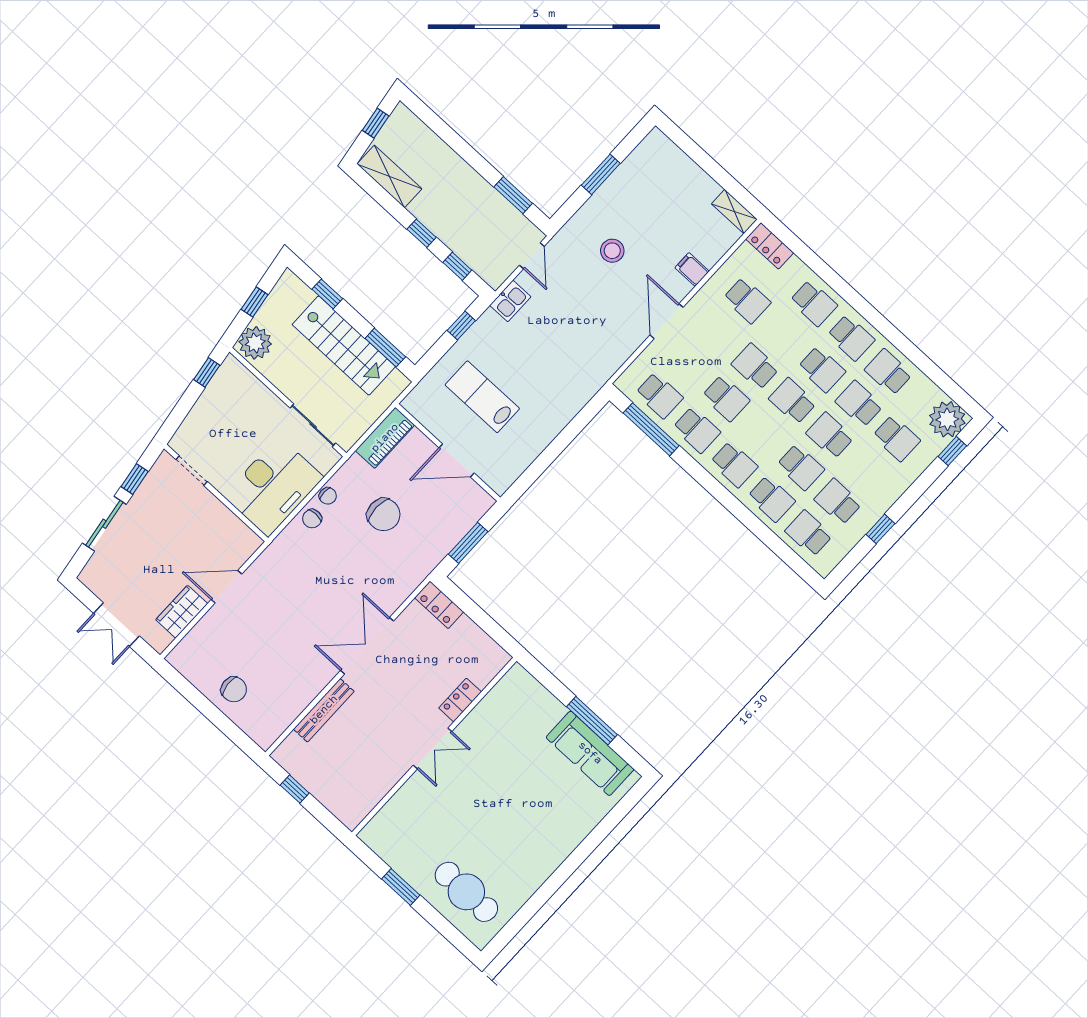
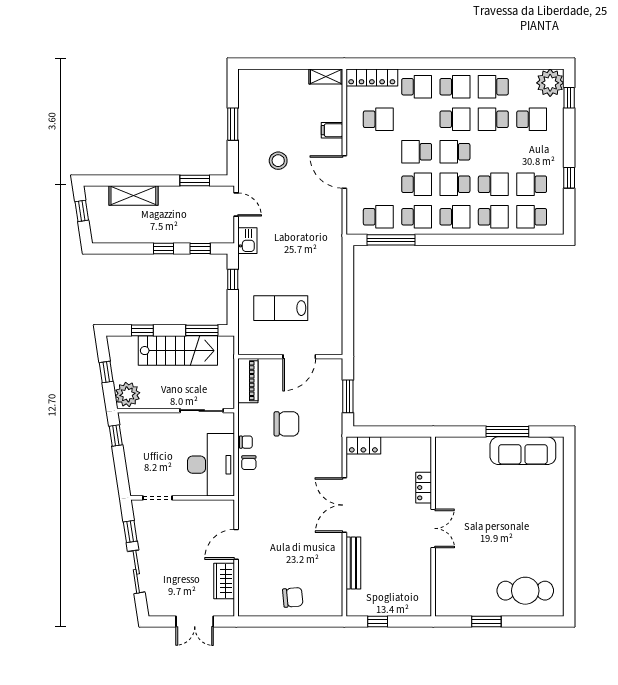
shelving: (389, 176) -> (133, 196), moved
locker: (770, 246) -> (372, 77), width x1.53
school desk: (830, 435) -> (455, 184), moved

